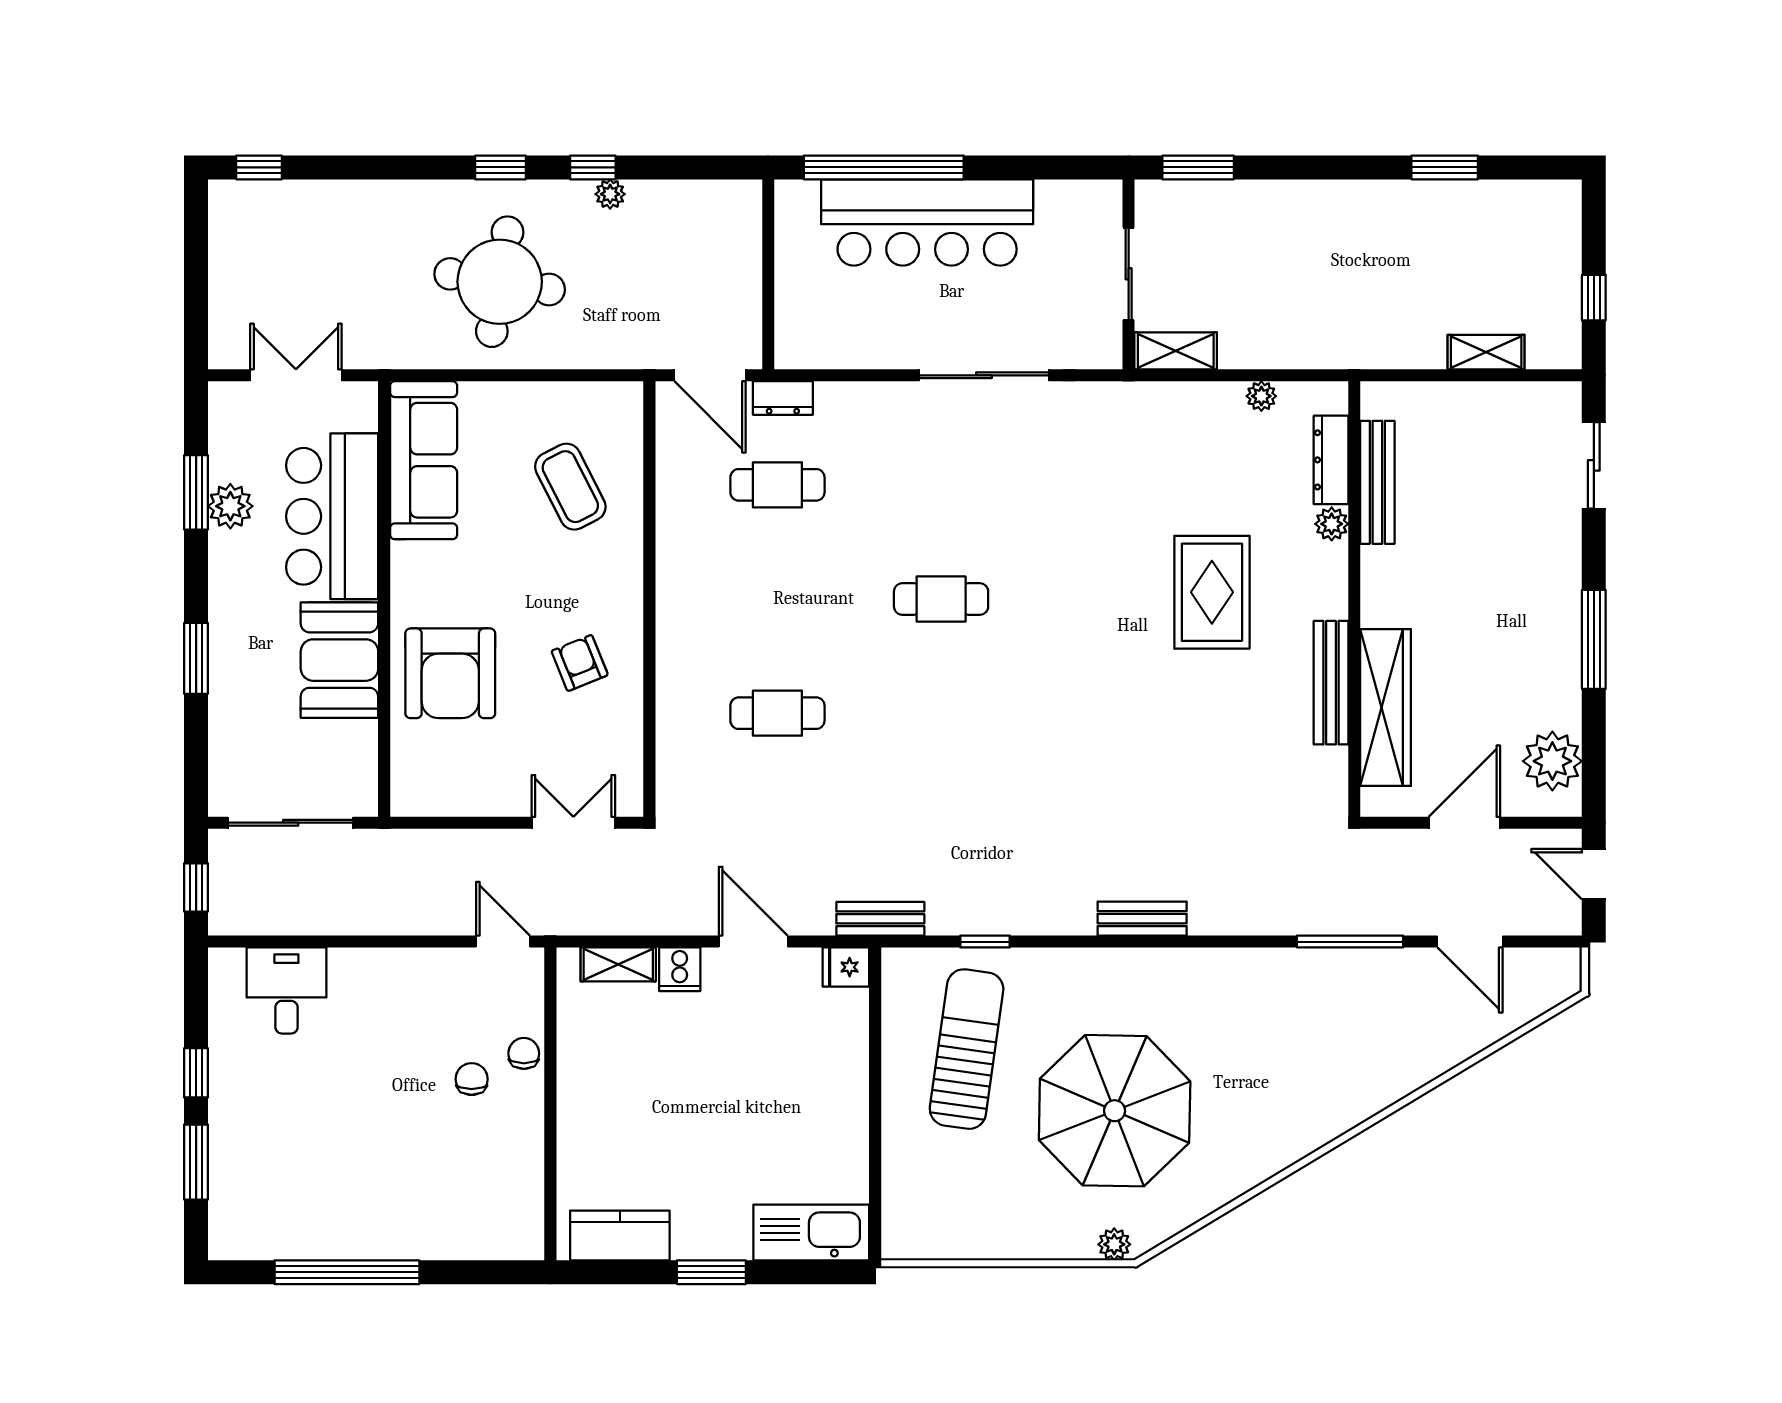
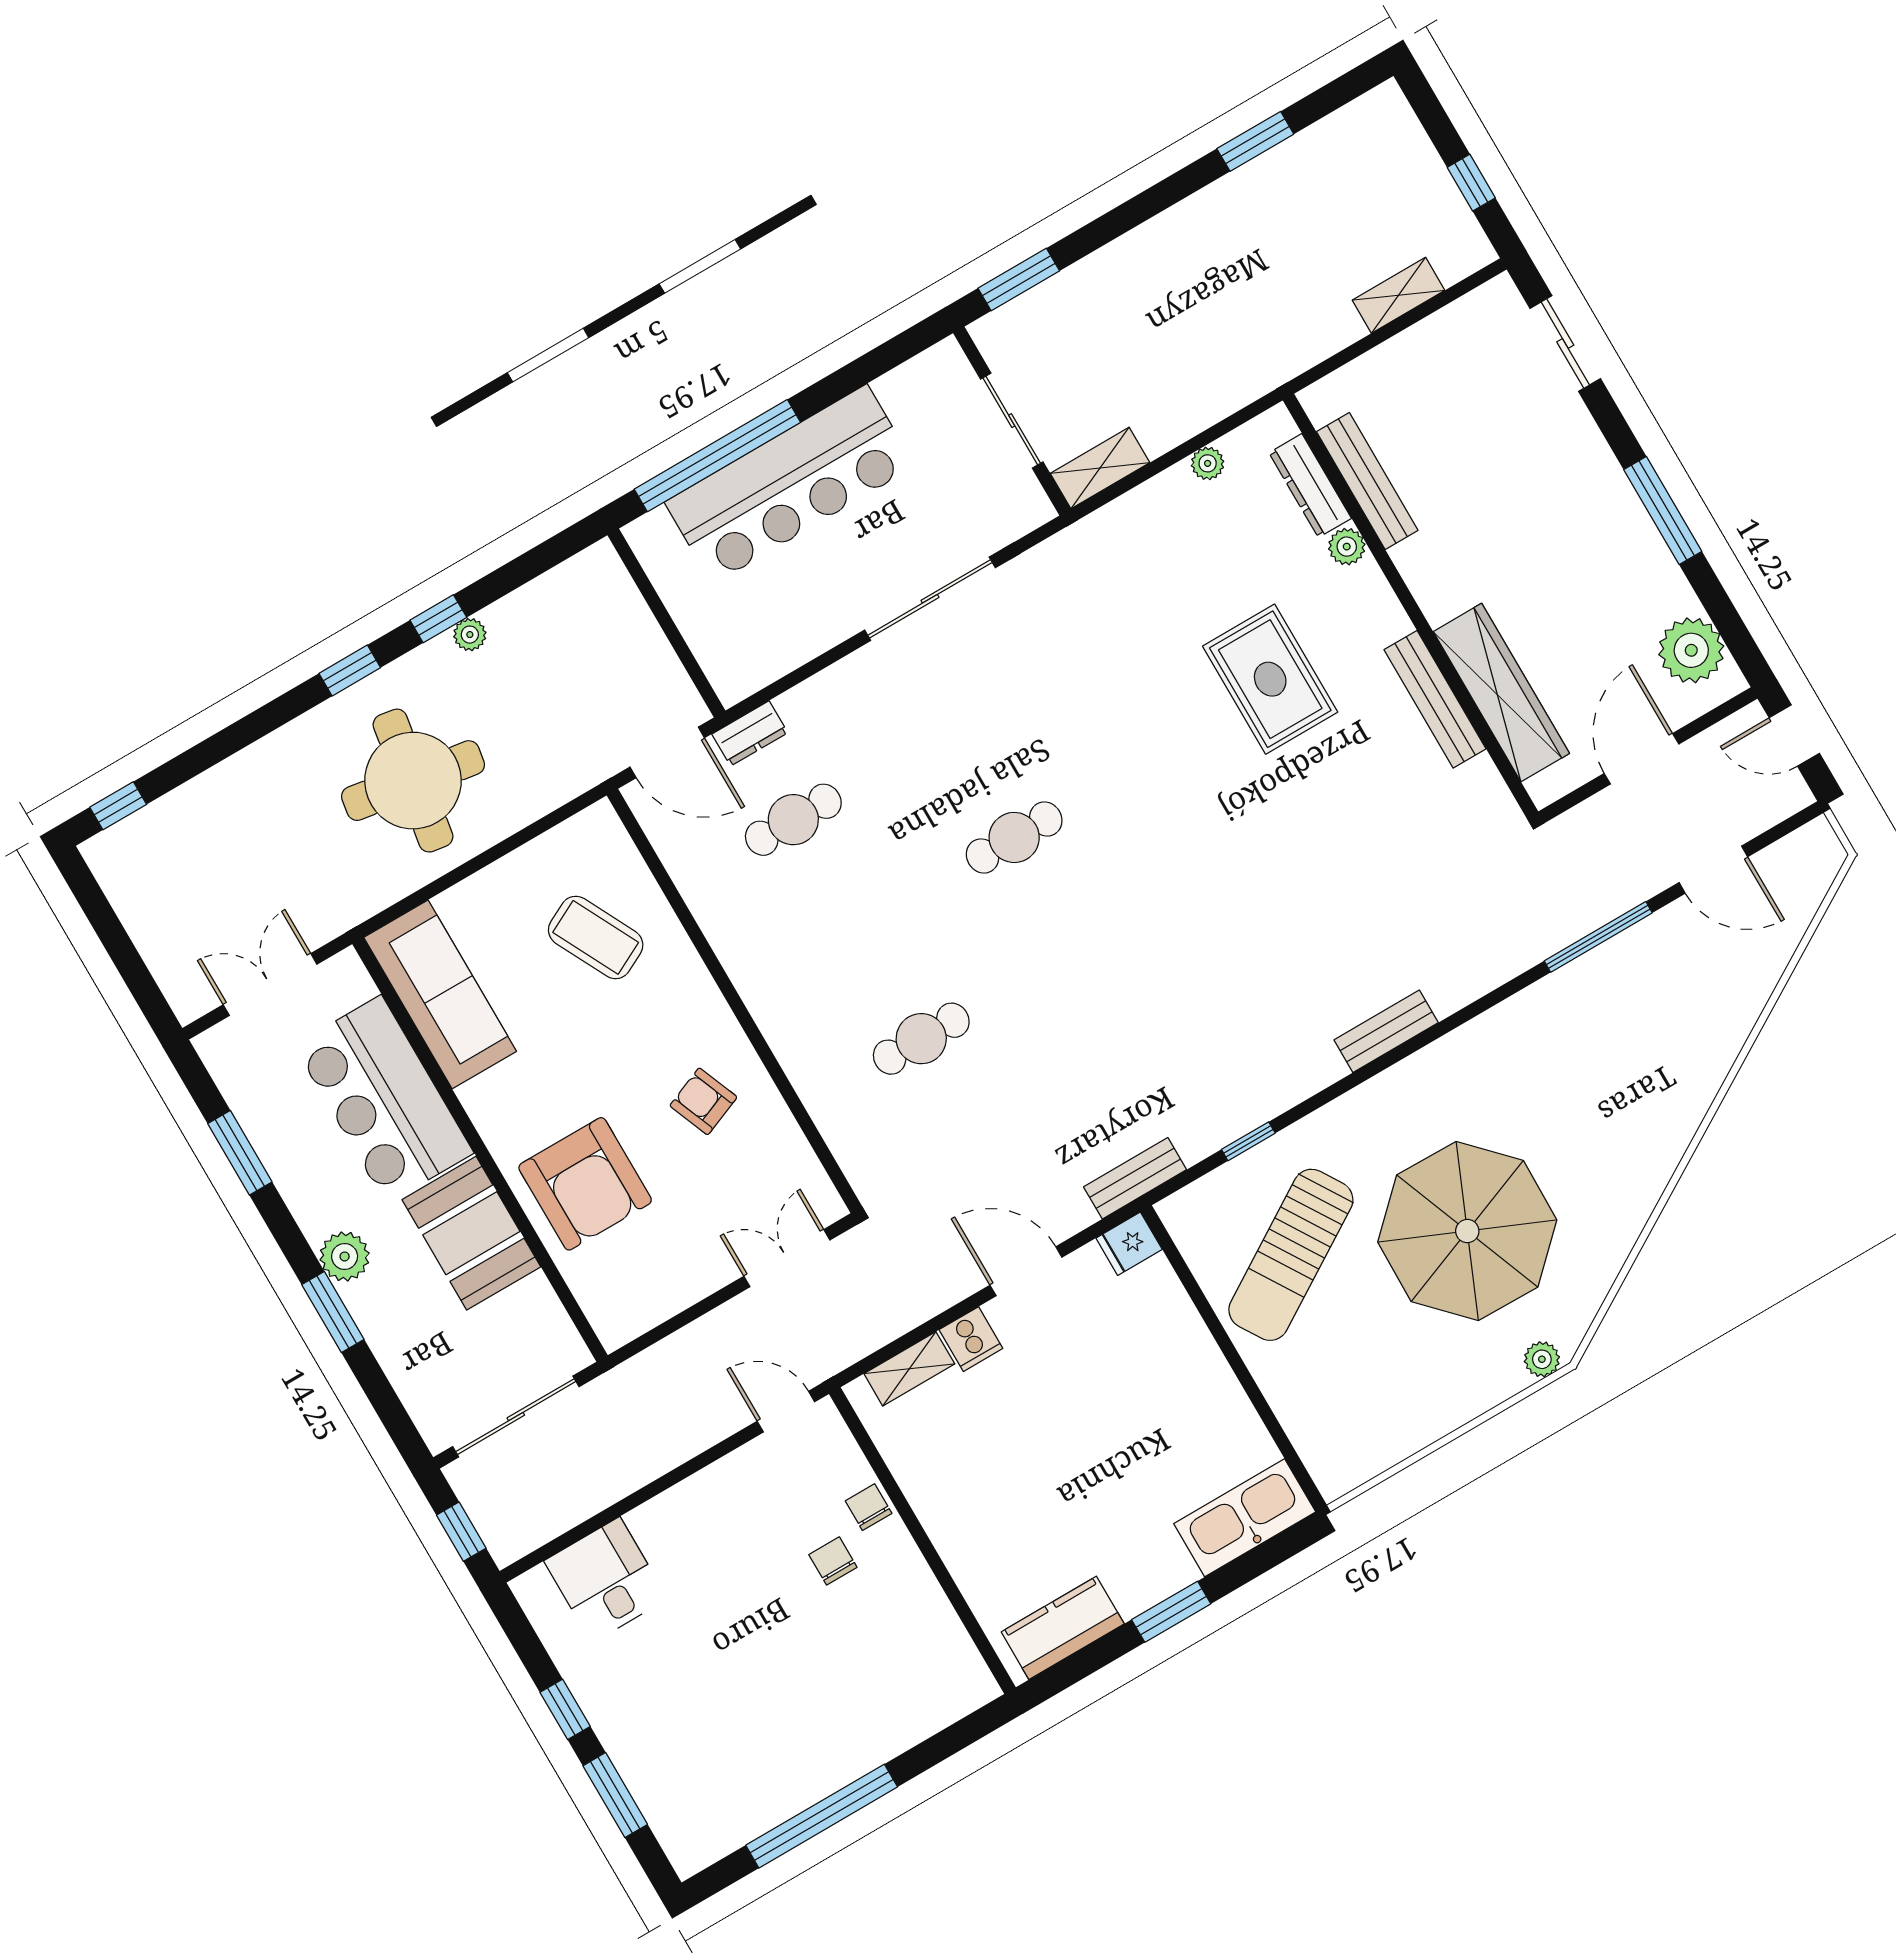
plant: (230, 506) -> (345, 1256), moved
sun lounger: (967, 1049) -> (1291, 1255), turned -130

